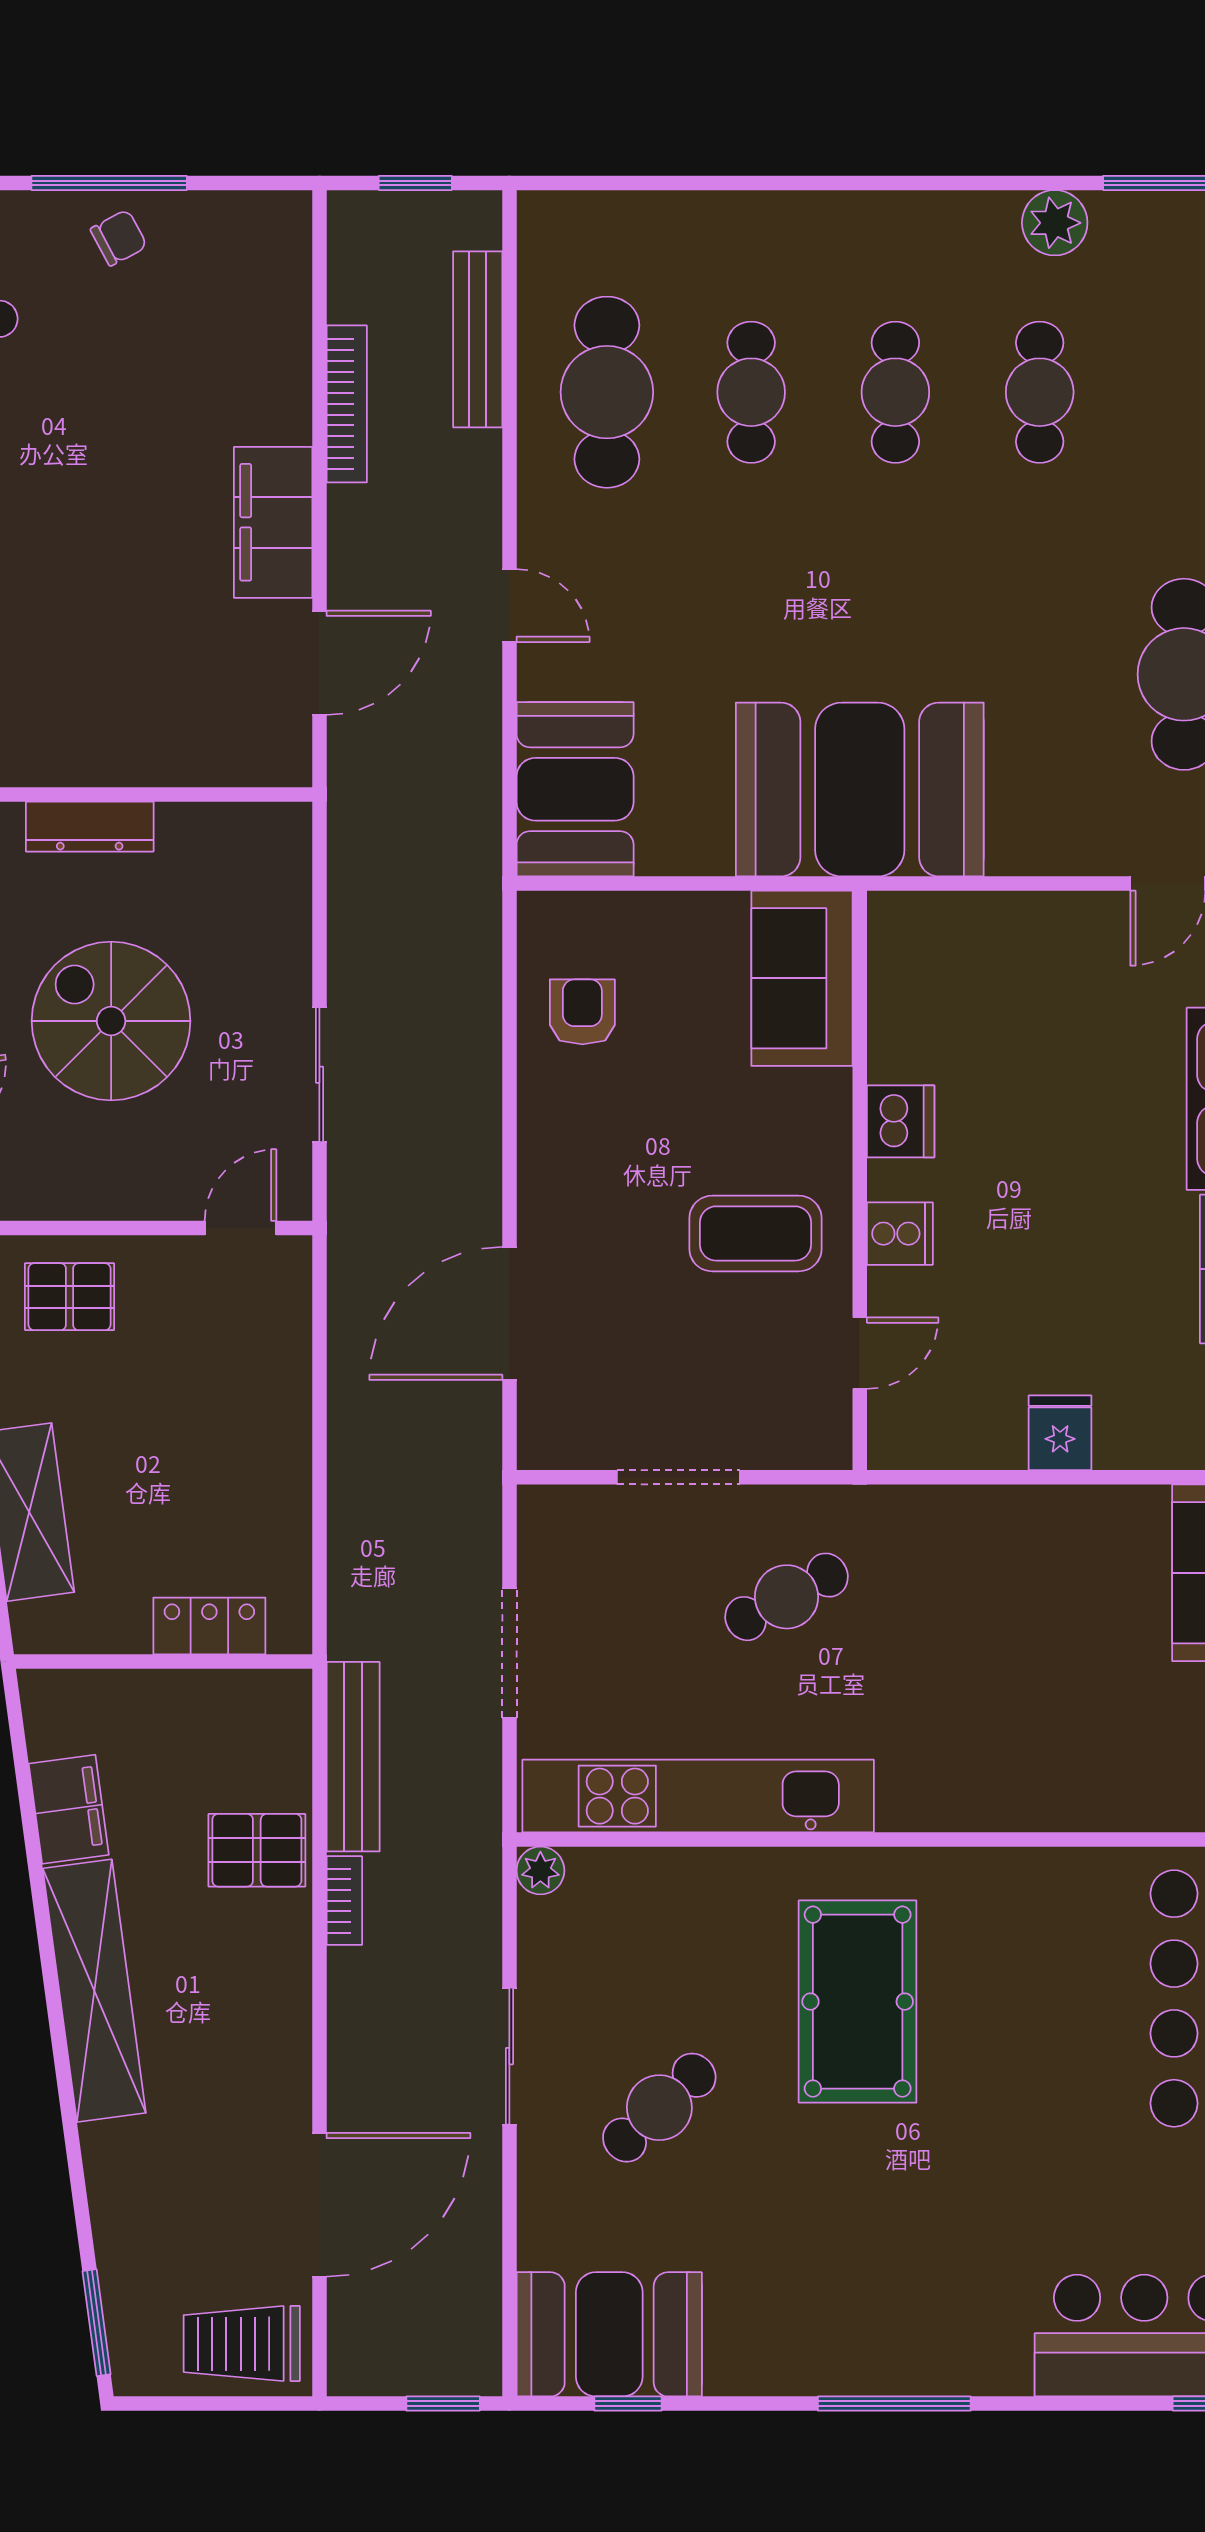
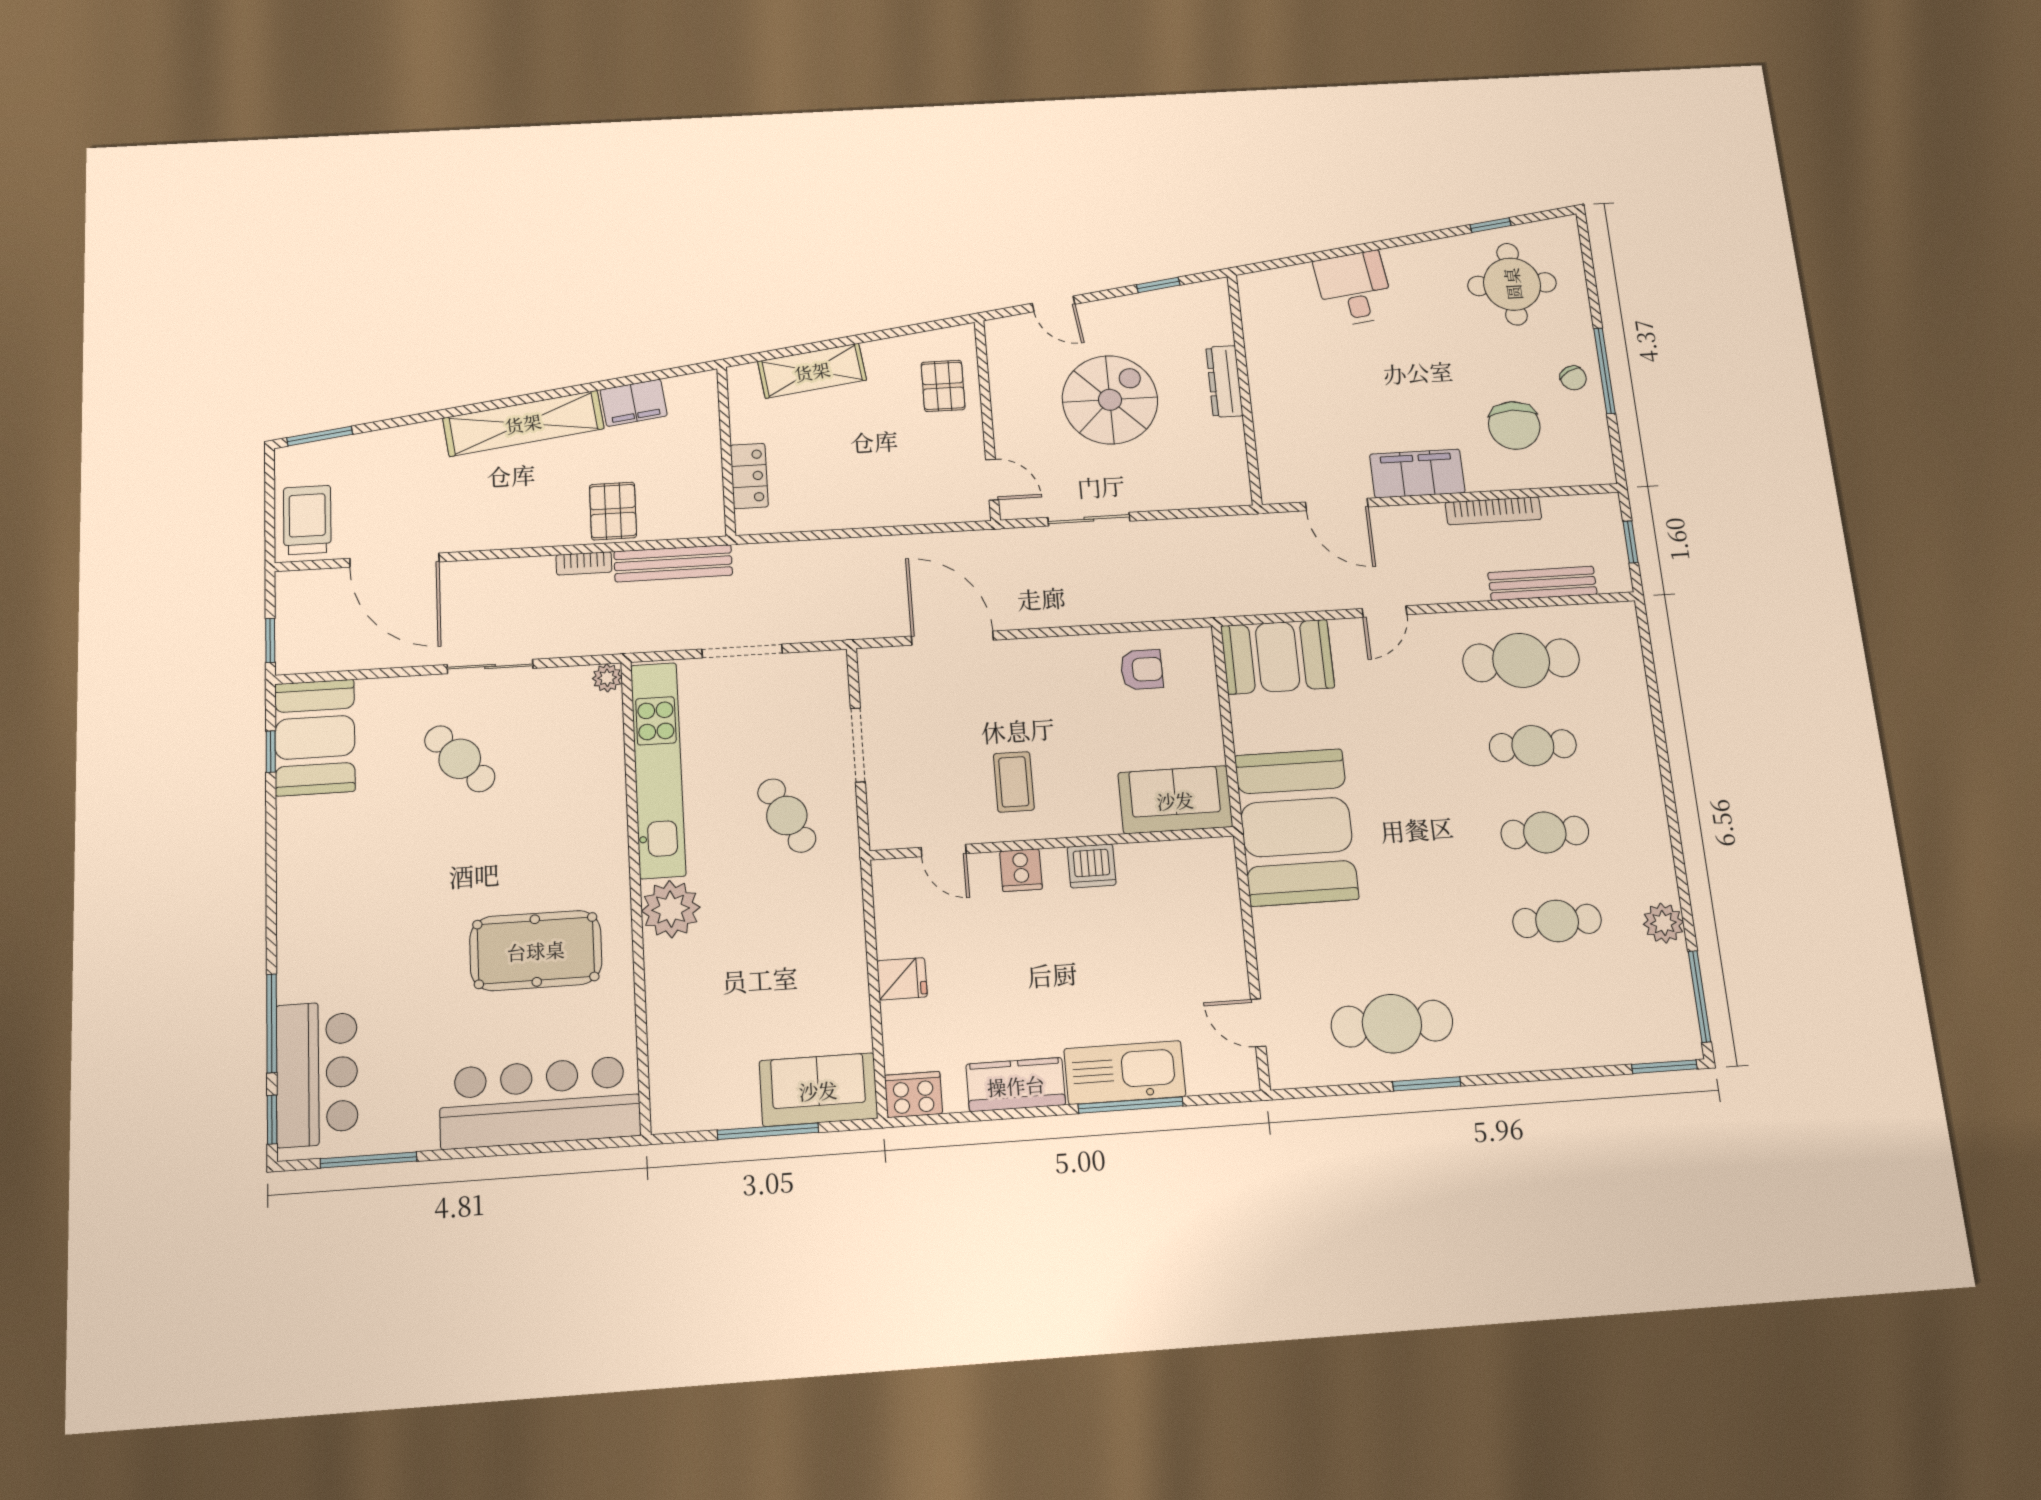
chair: (198, 349) -> (1514, 425), added
coffee table: (755, 1233) -> (1014, 782), width x0.73, depth x0.77
plant: (925, 1786) -> (671, 909), added
pool table: (858, 2002) -> (536, 950), moved
window: (894, 2404) -> (272, 1023), moved

